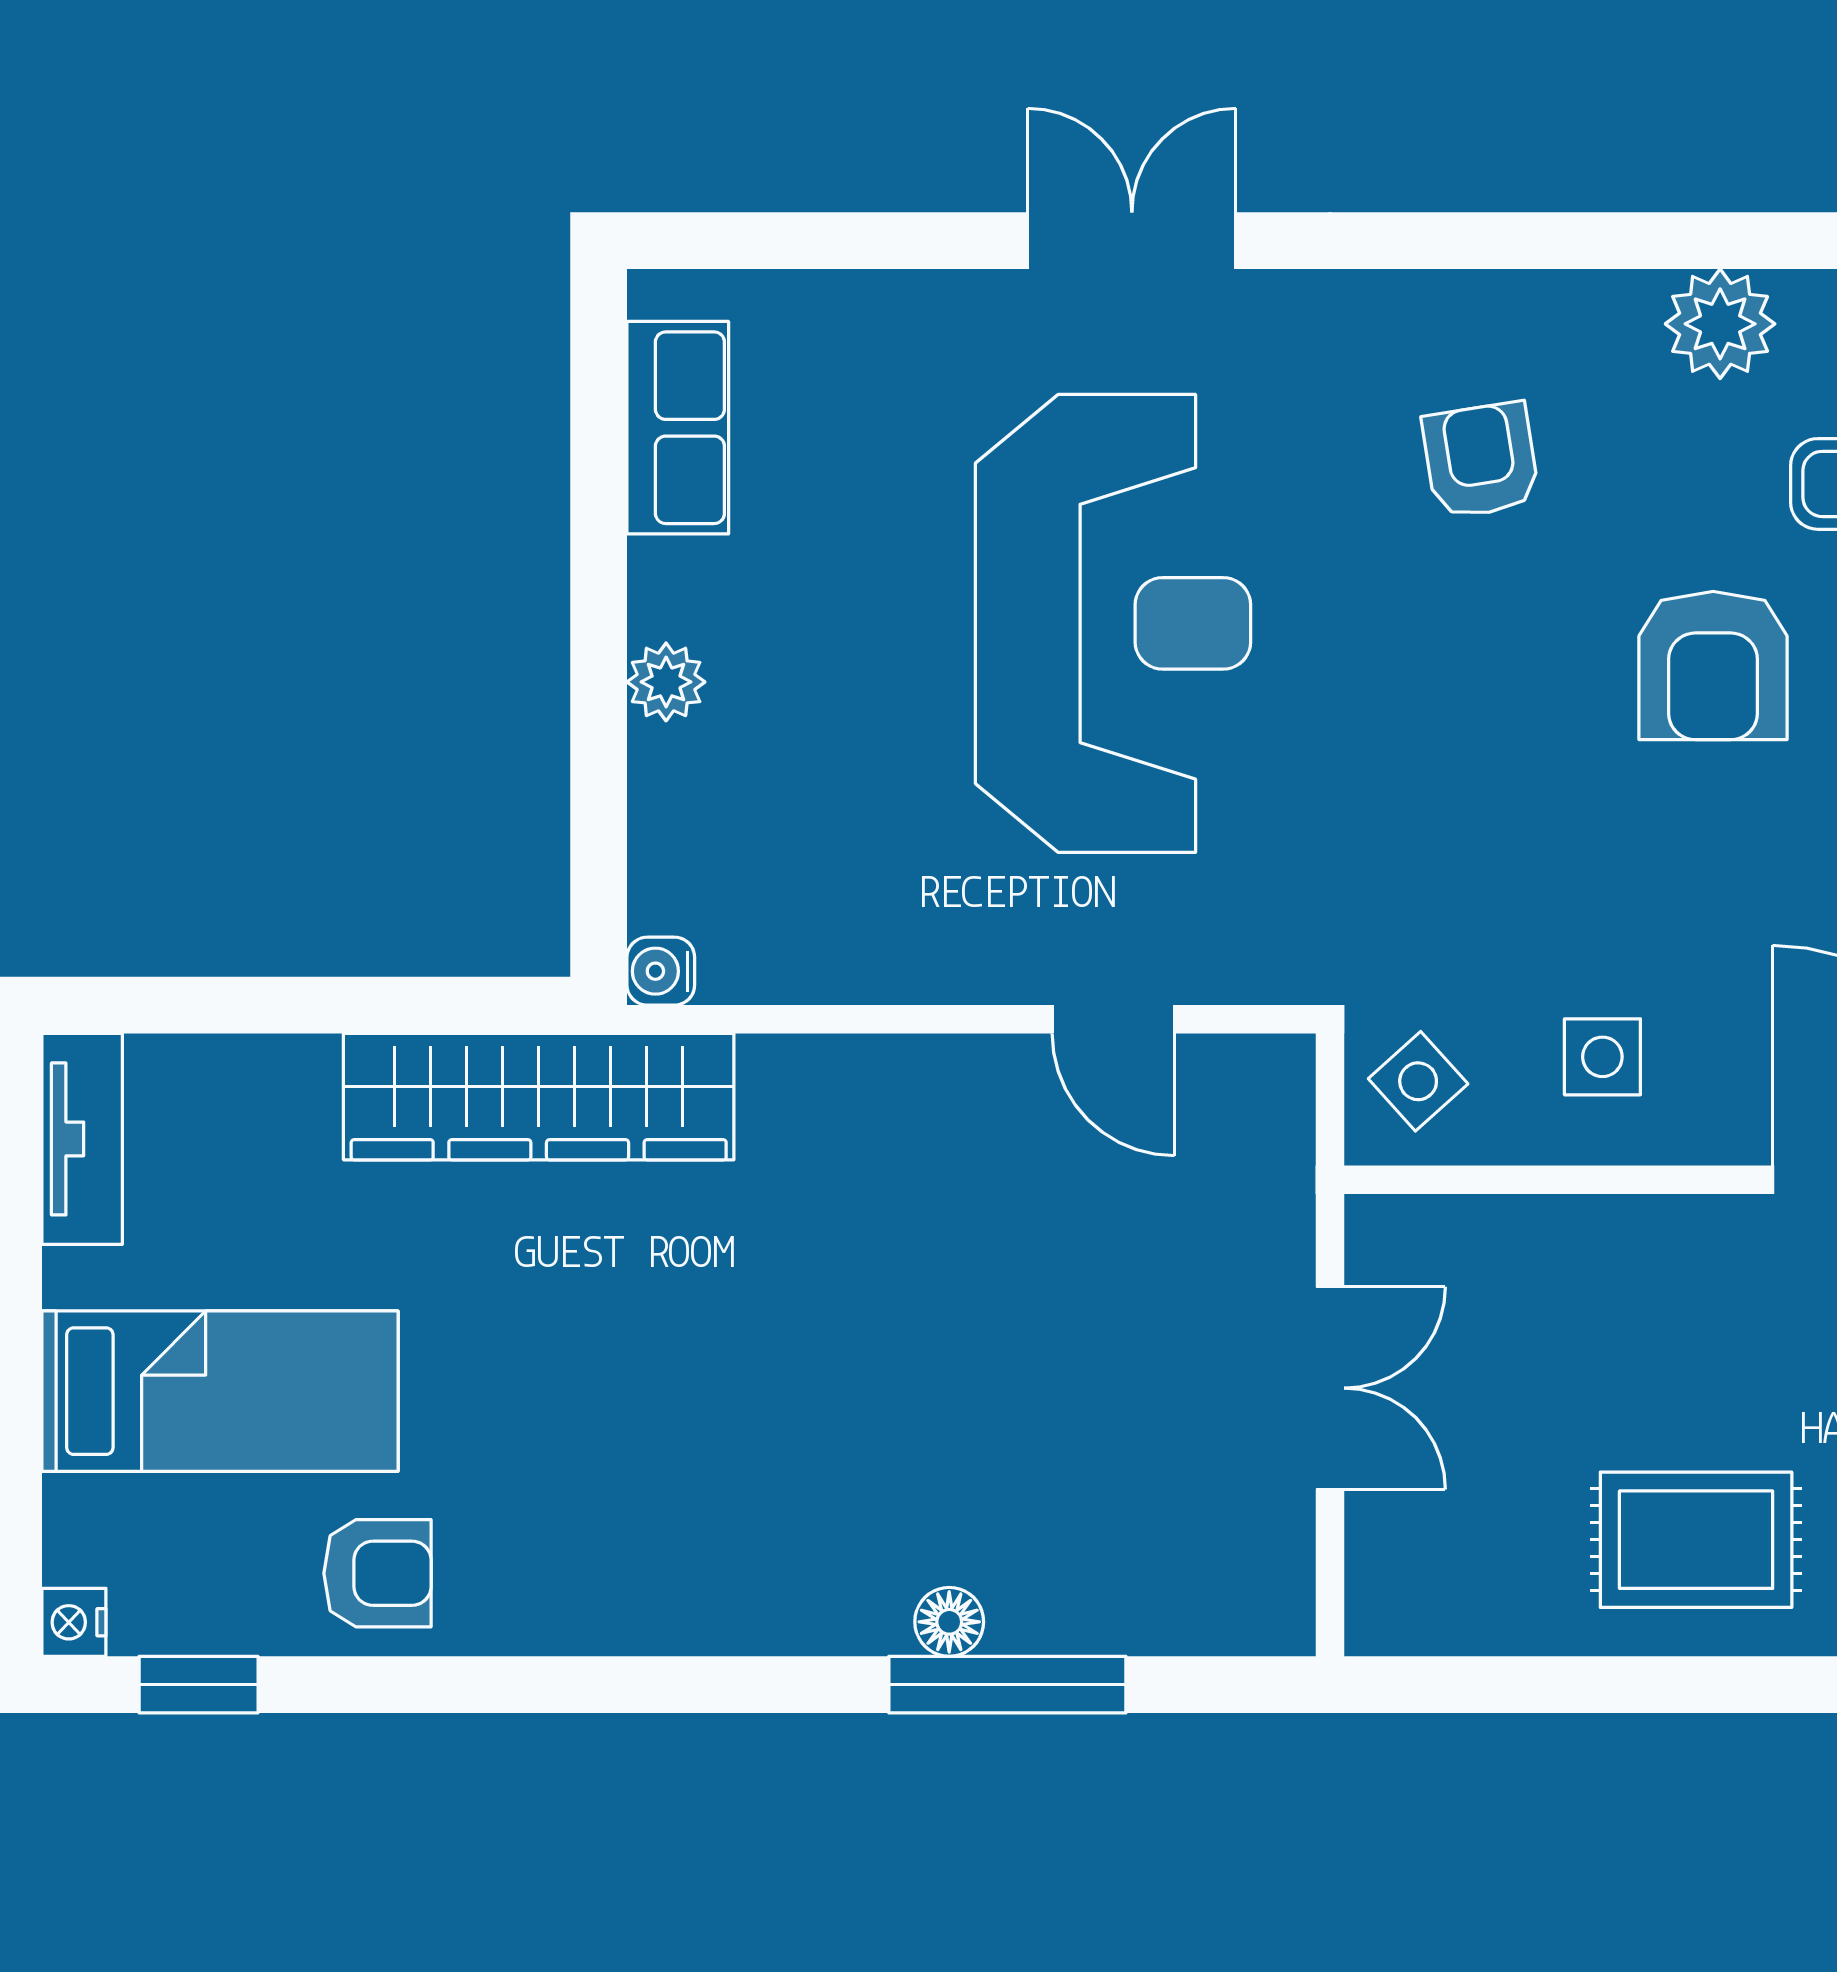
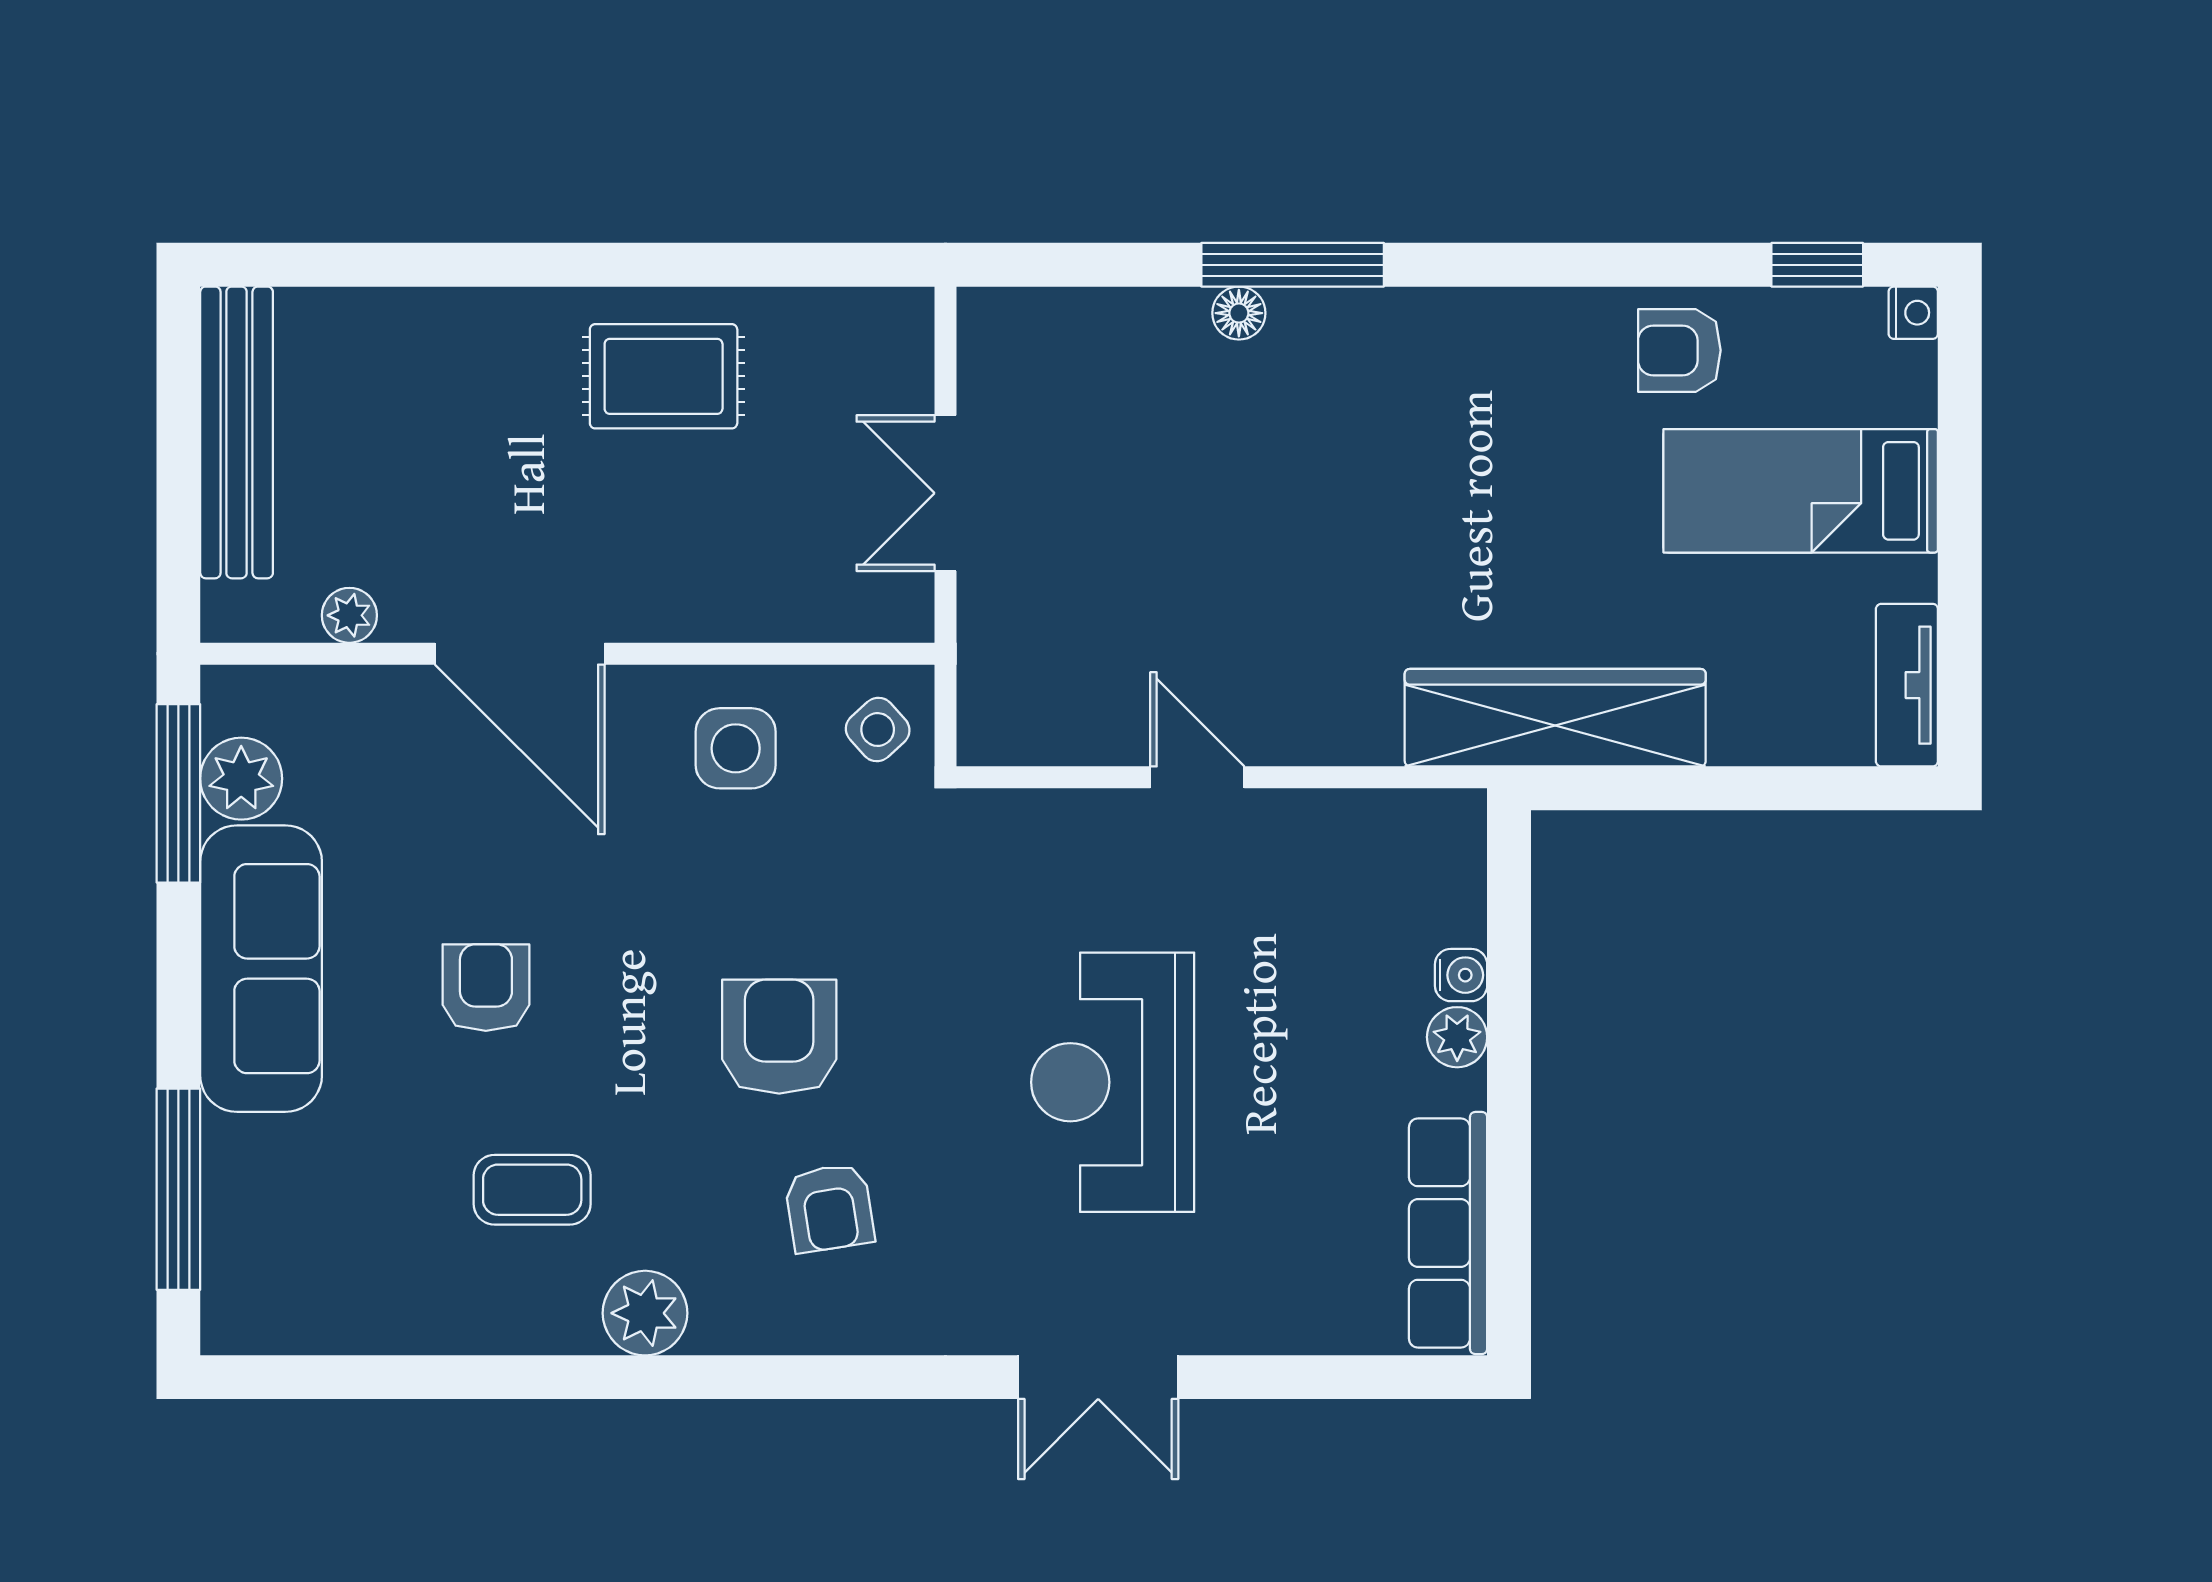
row of seats: (678, 428) -> (1448, 1233), width x1.48
reception desk: (1113, 623) -> (1113, 1082), width x0.74, depth x0.77
armchair: (1713, 666) -> (779, 1037), moved
water cooler: (661, 971) -> (1461, 975), moved
door: (1113, 1019) -> (1197, 777), moved
side table: (1602, 1057) -> (736, 748), width x1.37, depth x1.37
window: (1007, 1685) -> (1293, 265), moved

